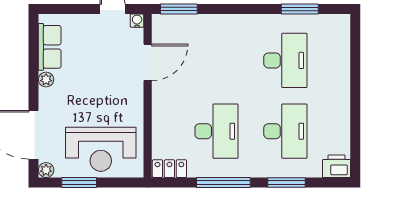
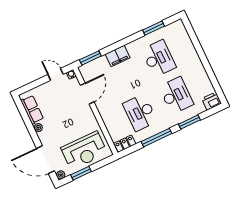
filing cabinet: (223, 26) -> (118, 56), added
desk: (216, 131) -> (140, 112), turned 180

